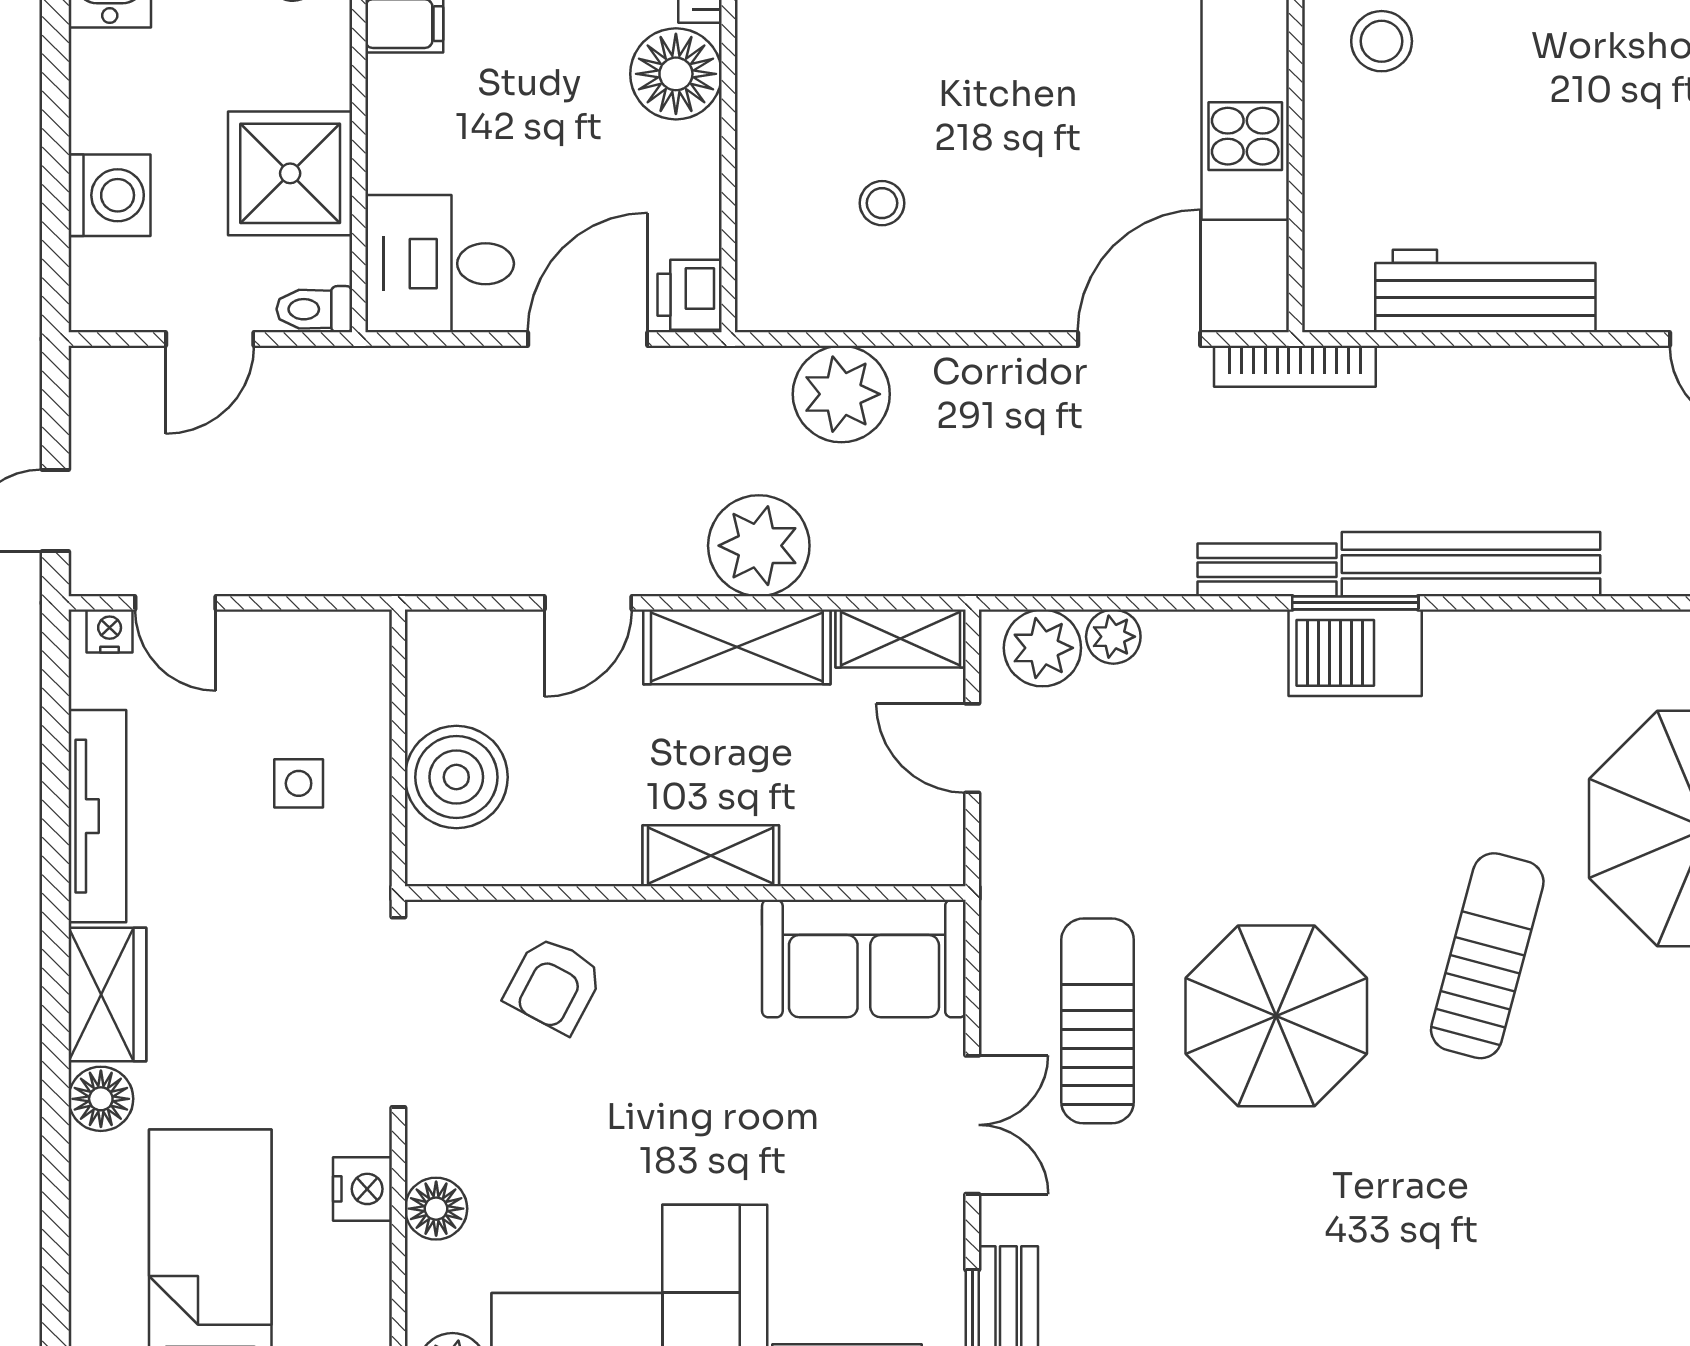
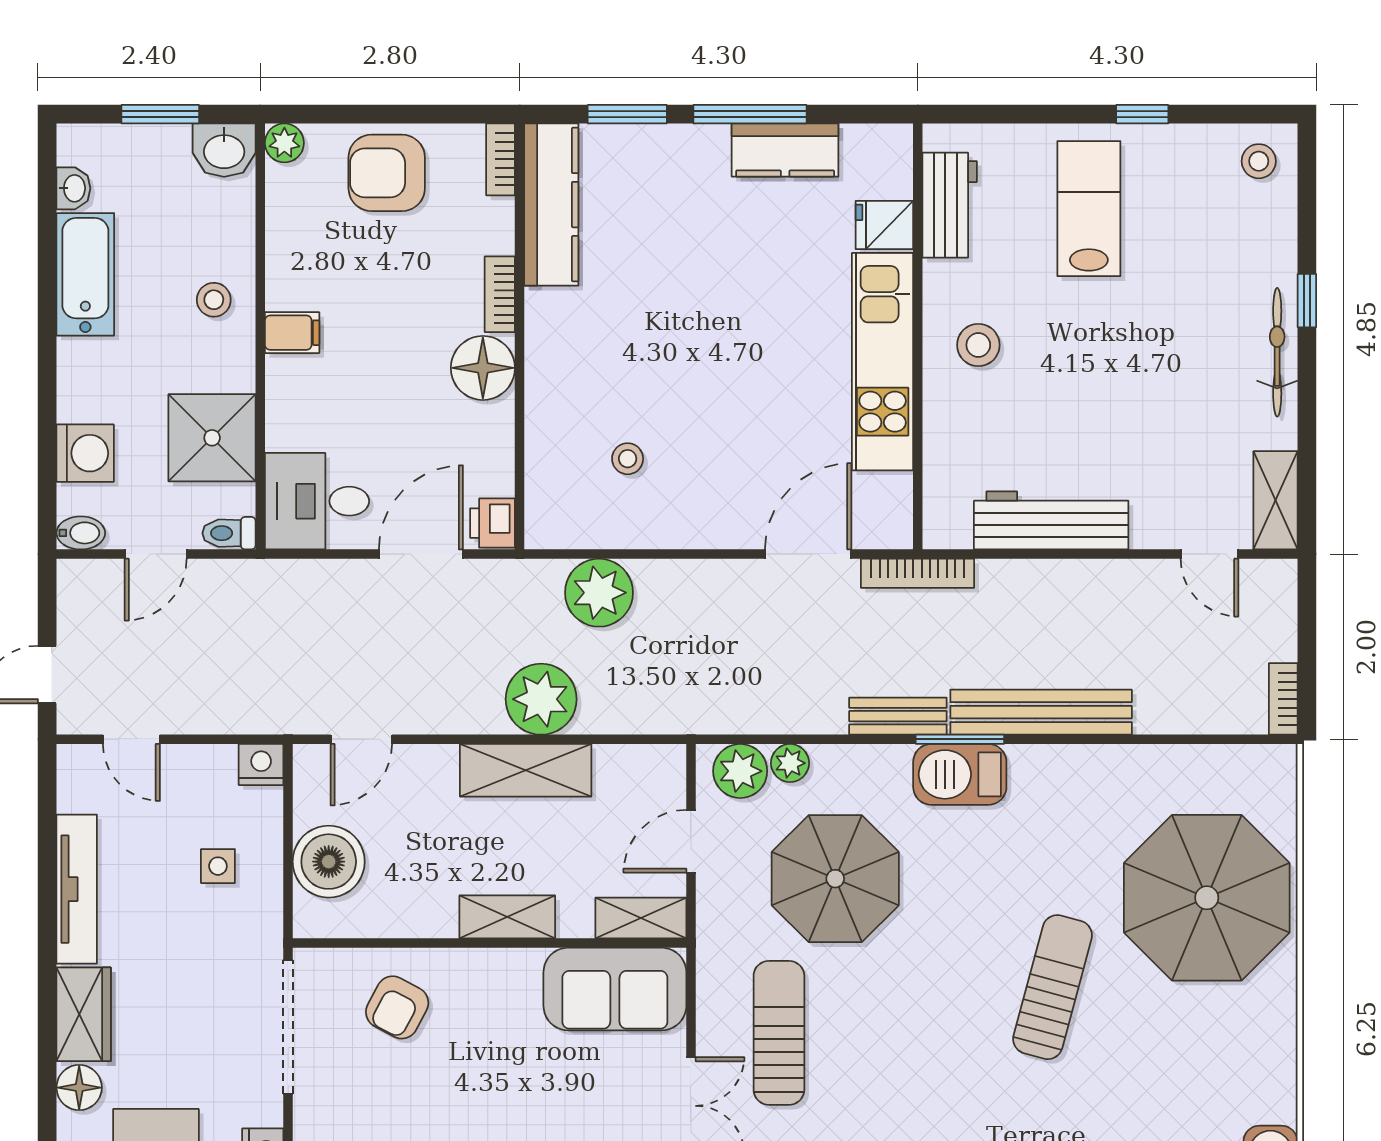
bidet: (103, 309) -> (81, 533), added
door: (588, 603) -> (361, 739), moved
nightstand: (110, 631) -> (261, 765), moved, width x1.39, depth x1.35
shelving: (900, 639) -> (641, 918), moved
door: (972, 748) -> (691, 841), hinge flipped
parasol: (1276, 1016) -> (835, 879), moved

